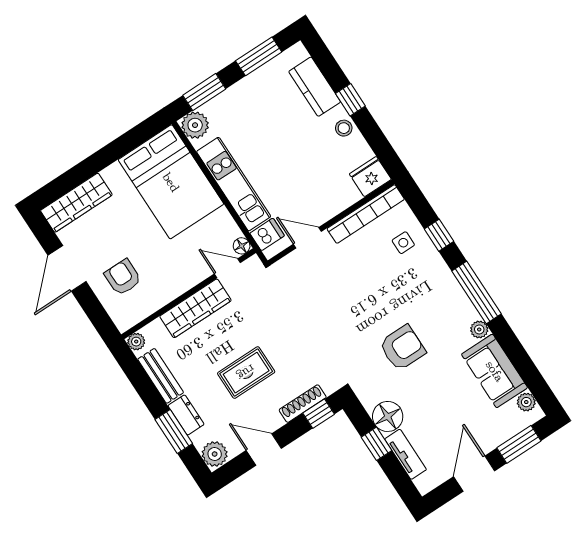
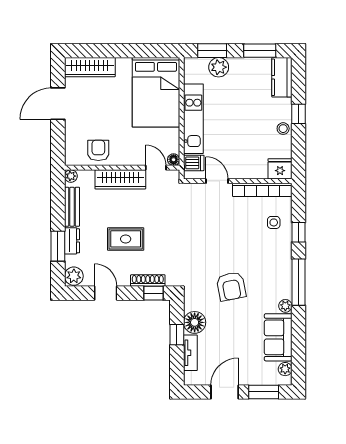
kitchen counter: (315, 87) -> (282, 77), moved
plant: (195, 125) -> (219, 67), moved
armchair: (123, 277) -> (98, 150), moved
armchair: (402, 348) -> (231, 286), turned 79

